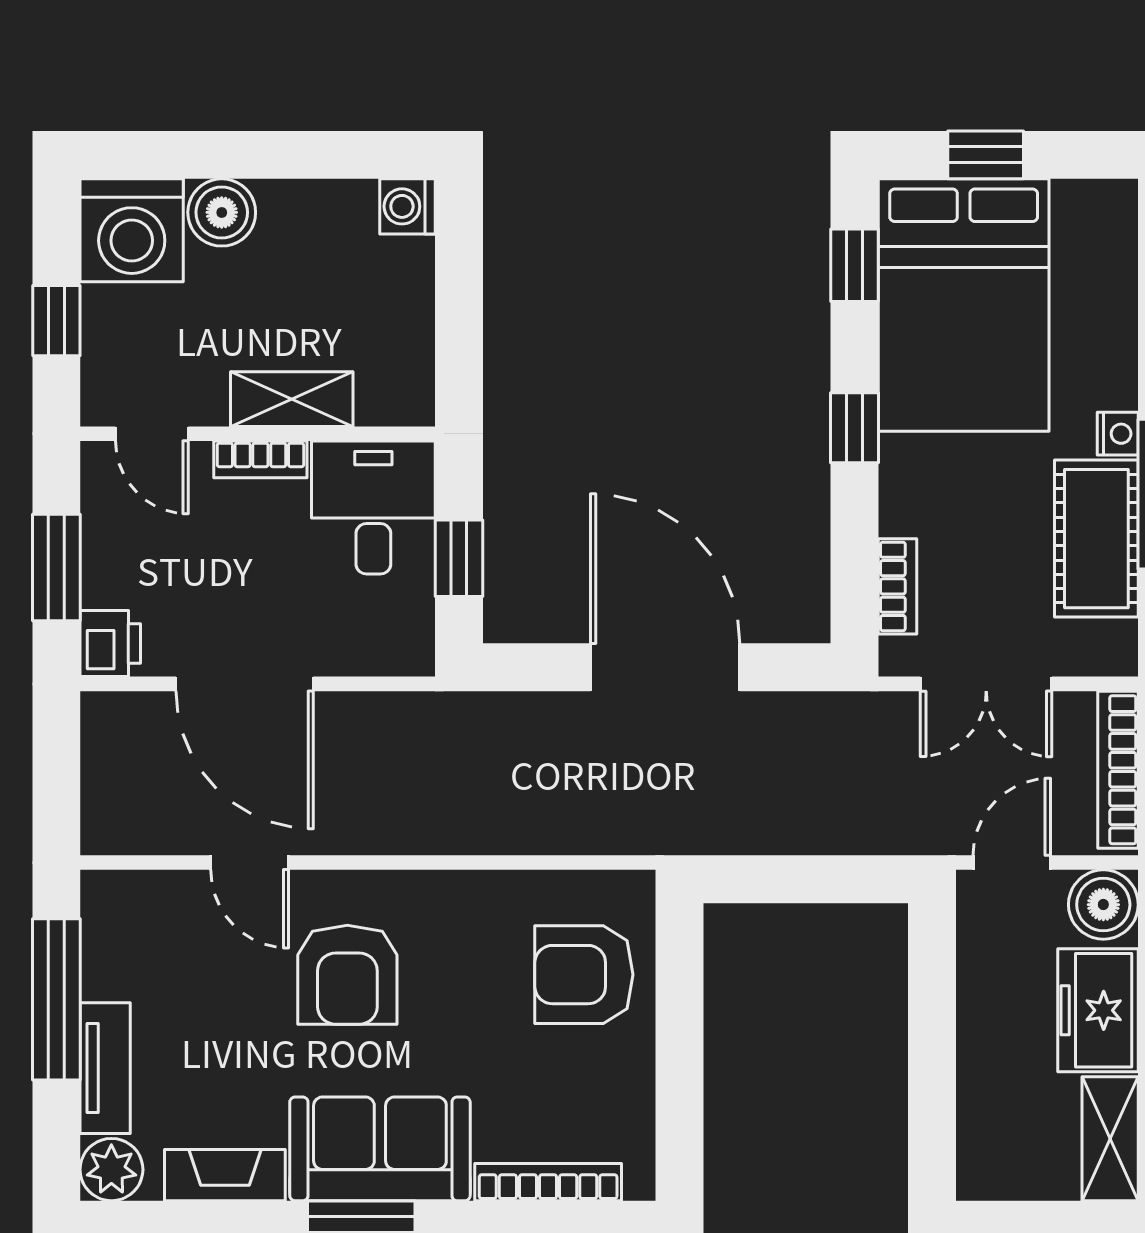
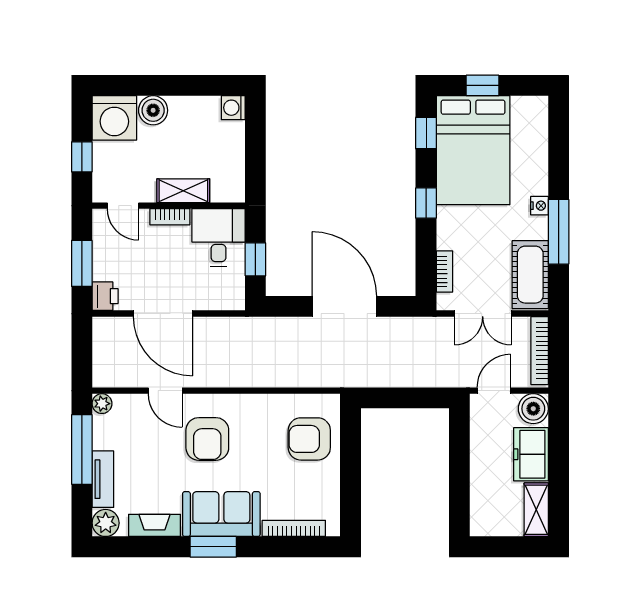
cot: (1096, 539) -> (530, 275), moved
plant: (103, 893) -> (102, 404), added

